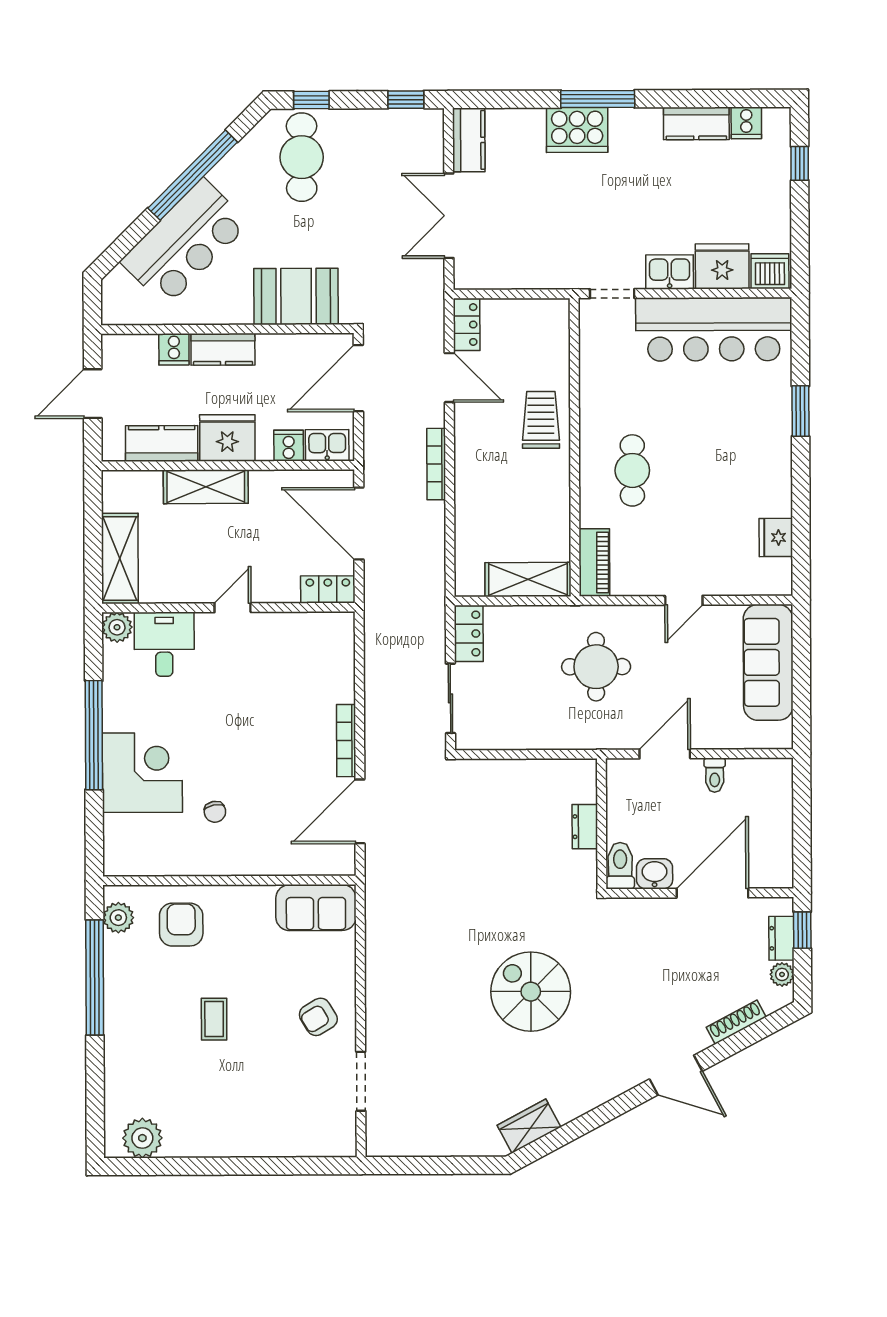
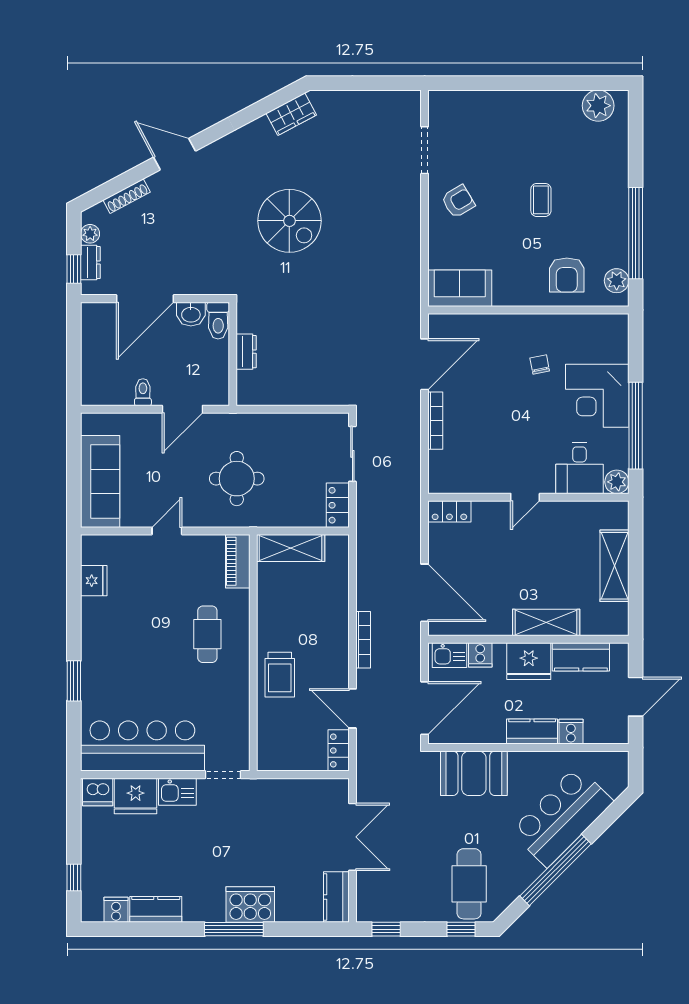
locker: (328, 589) -> (449, 511), moved
wall: (228, 608) -> (528, 497), moved
door: (233, 608) -> (525, 497), moved
plant: (117, 627) -> (617, 482), moved
desk: (164, 644) -> (579, 468), moved

